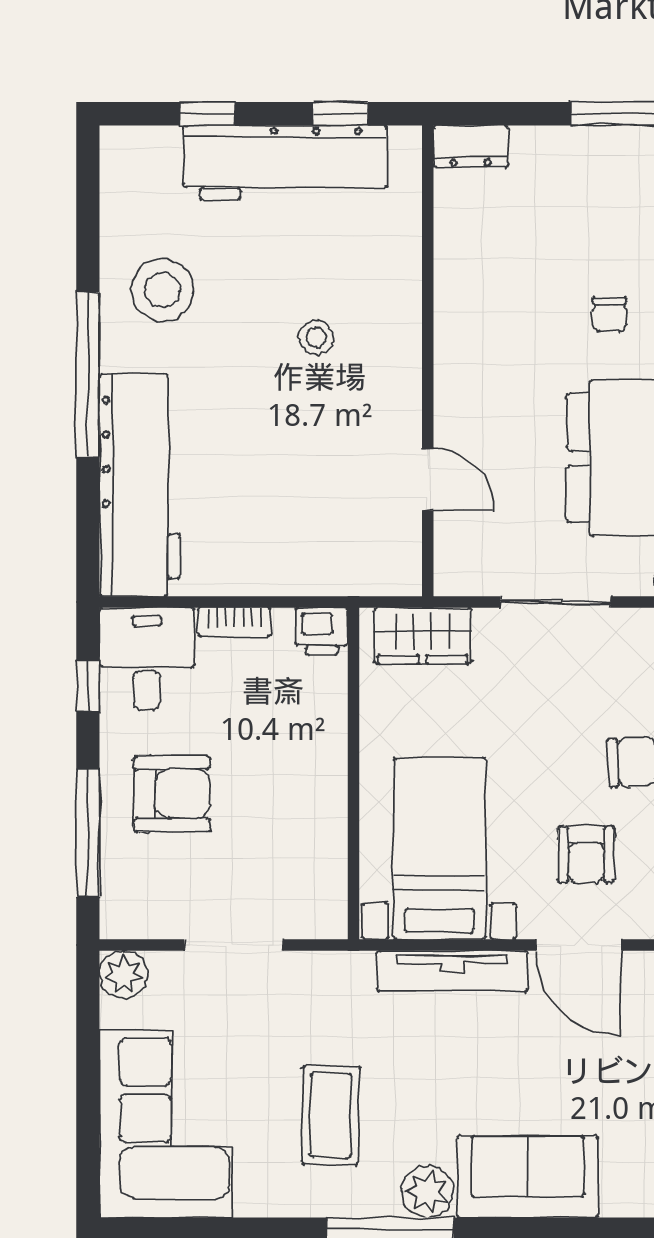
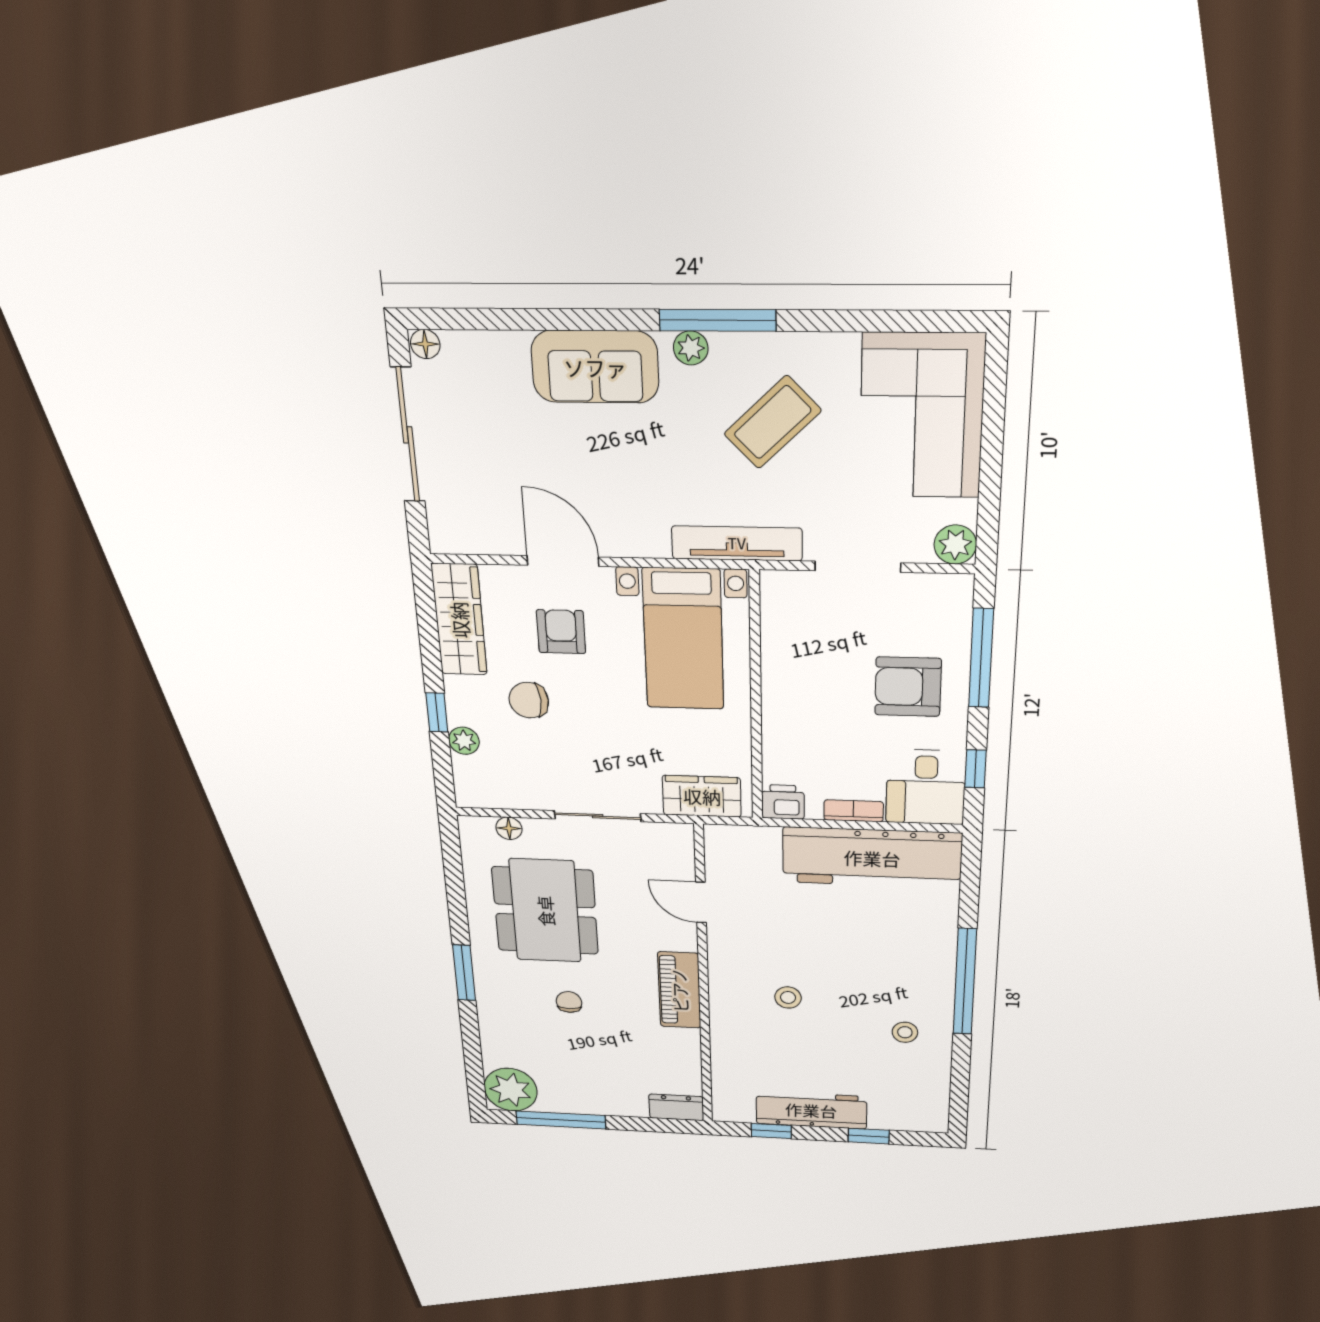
workbench: (285, 162) -> (811, 1110), width x0.73, depth x0.76
stool: (163, 290) -> (905, 1032), width x0.53, depth x0.53
piano: (460, 342) -> (679, 990), added
workbench: (140, 485) -> (872, 858), moved, turned -90
tv unit: (452, 971) -> (737, 543), moved
coffee table: (331, 1116) -> (773, 422), turned 45
plant: (427, 1191) -> (691, 348), width x0.73, depth x0.73

